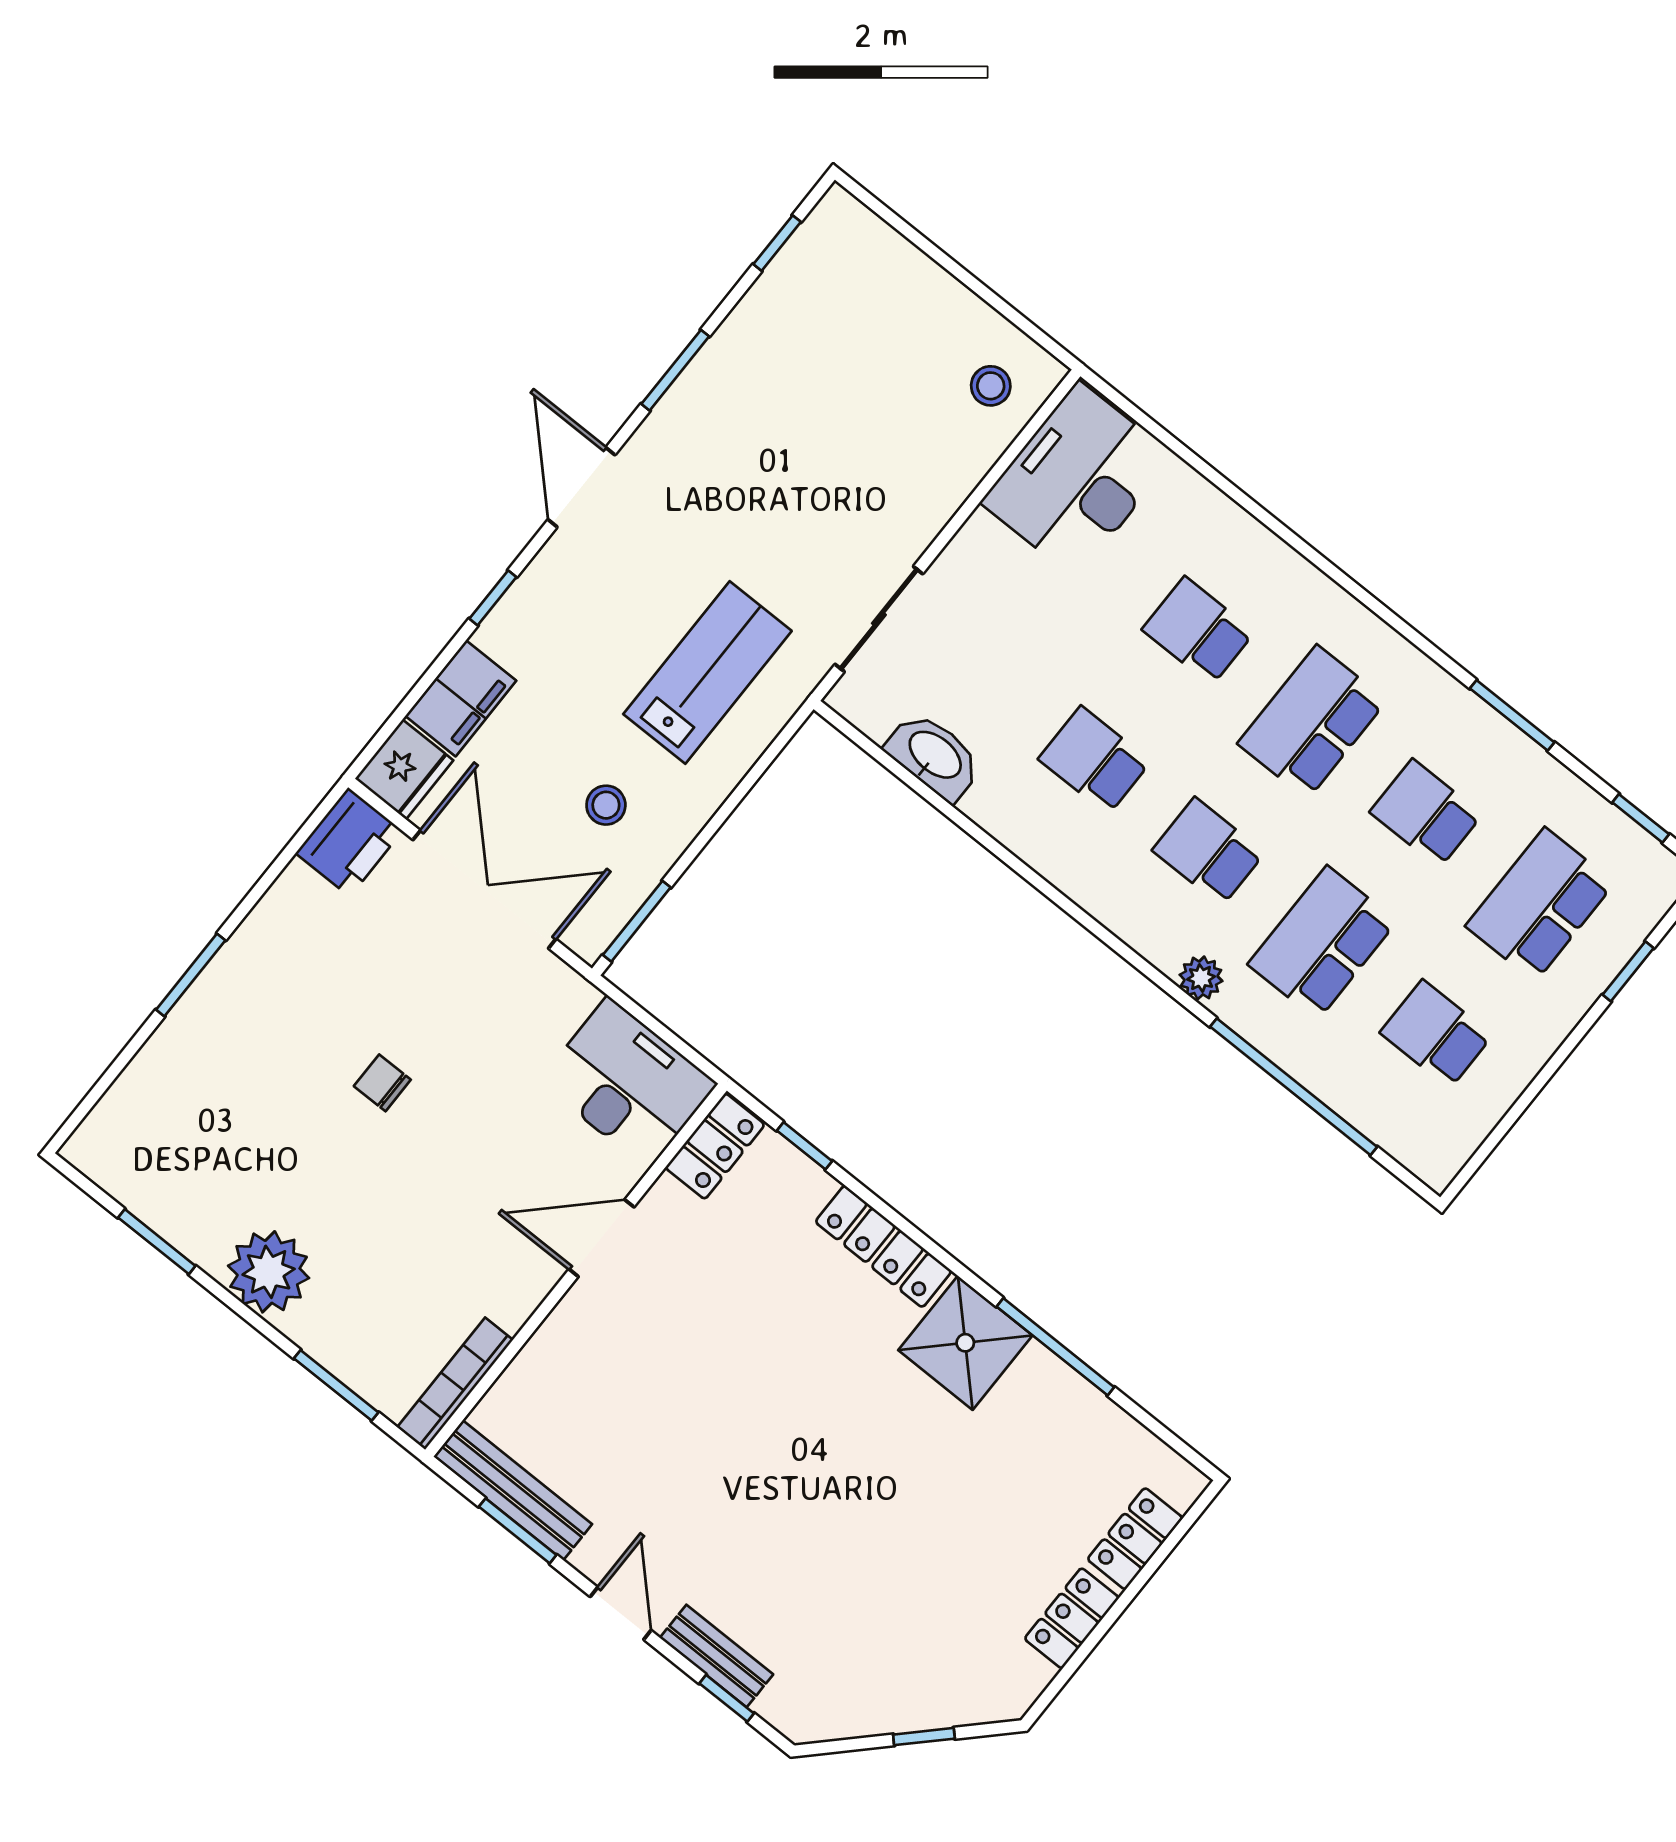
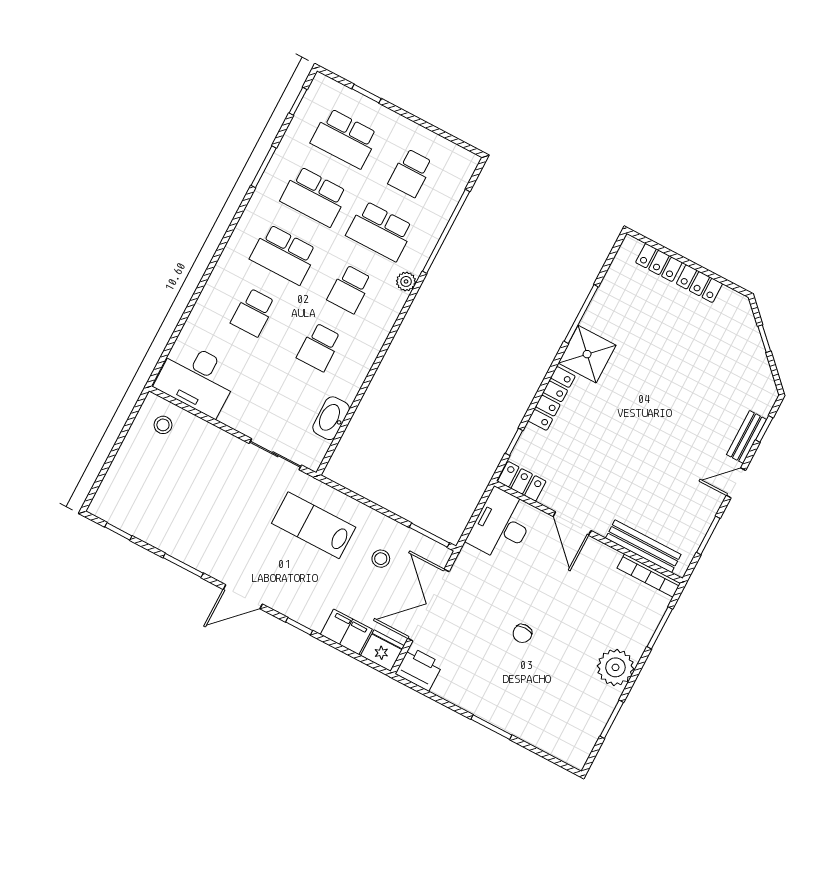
school desk: (1426, 813) -> (314, 196), width x1.85
bench: (513, 1490) -> (643, 546), moved, turned 90

